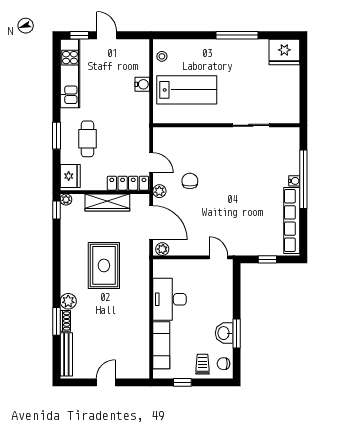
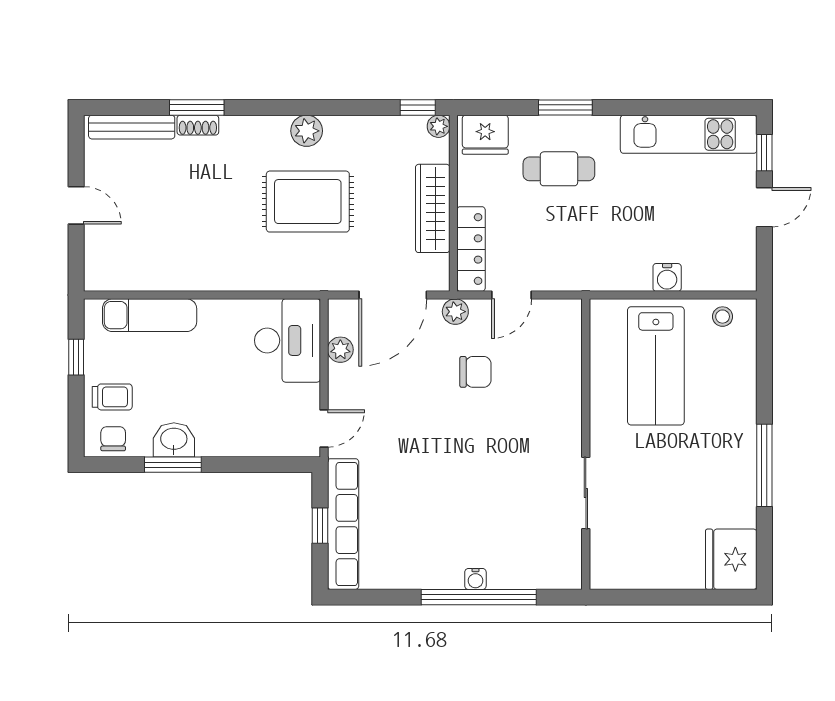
row of seats: (292, 220) -> (343, 524), moved, turned 90
plant: (162, 249) -> (340, 350), moved
desk: (169, 299) -> (287, 340), moved, turned 90
plant: (68, 301) -> (307, 131), moved

